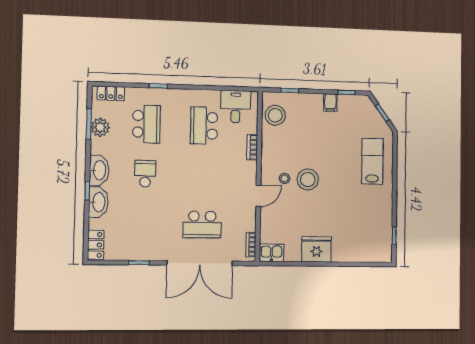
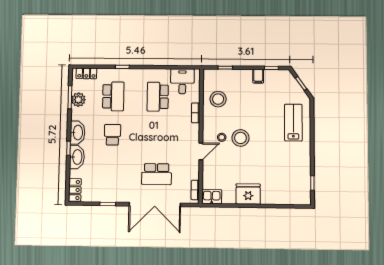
stool: (275, 115) -> (218, 99), moved

